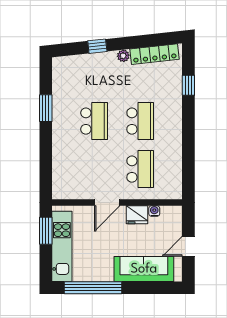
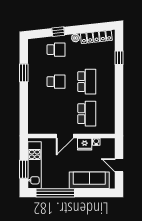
school desk: (94, 73) -> (56, 50), added
school desk: (94, 121) -> (56, 82), width x0.54
window: (46, 231) -> (24, 169), moved
door: (188, 246) -> (119, 165), hinge flipped

